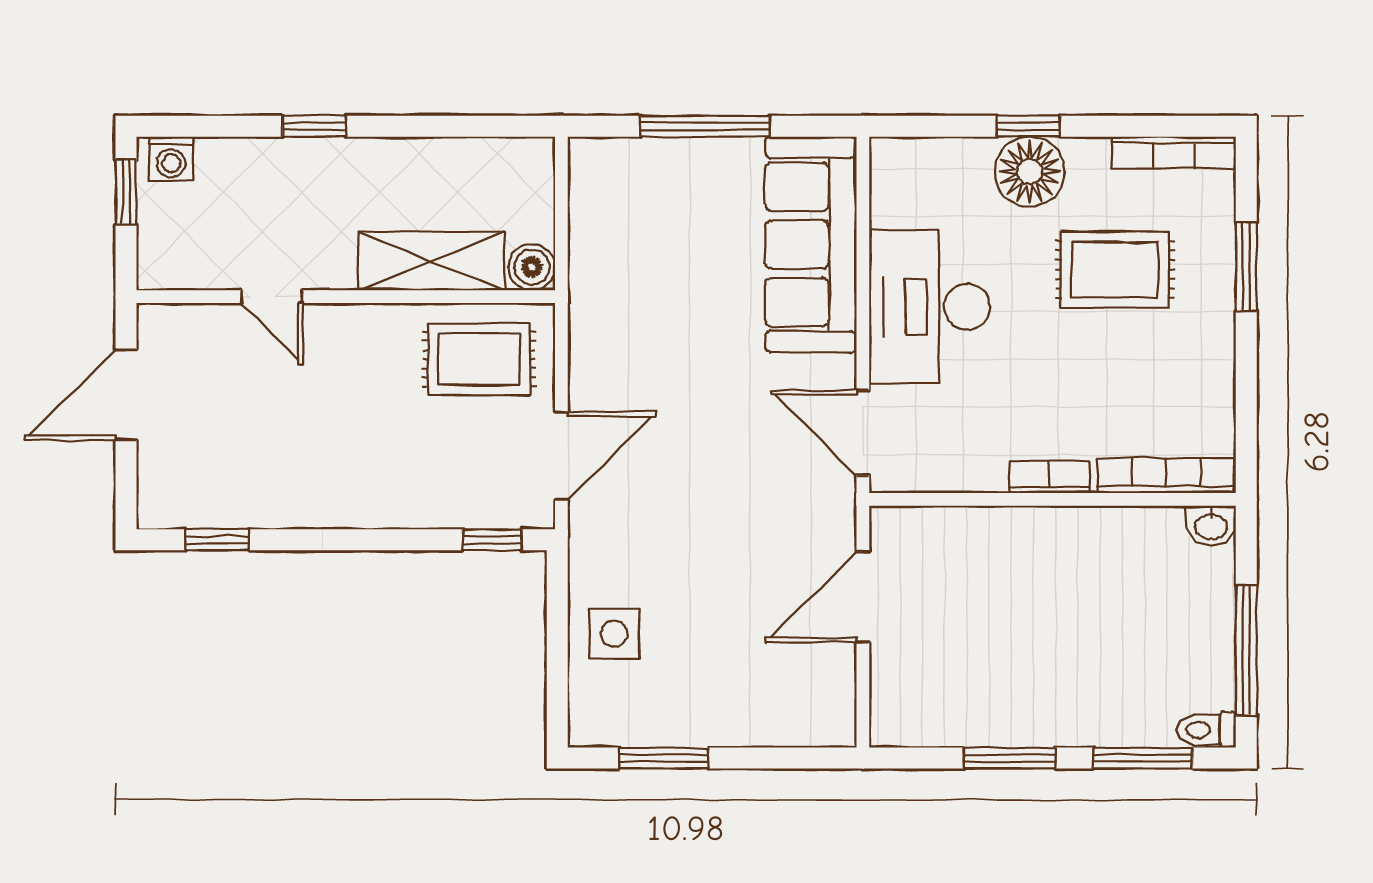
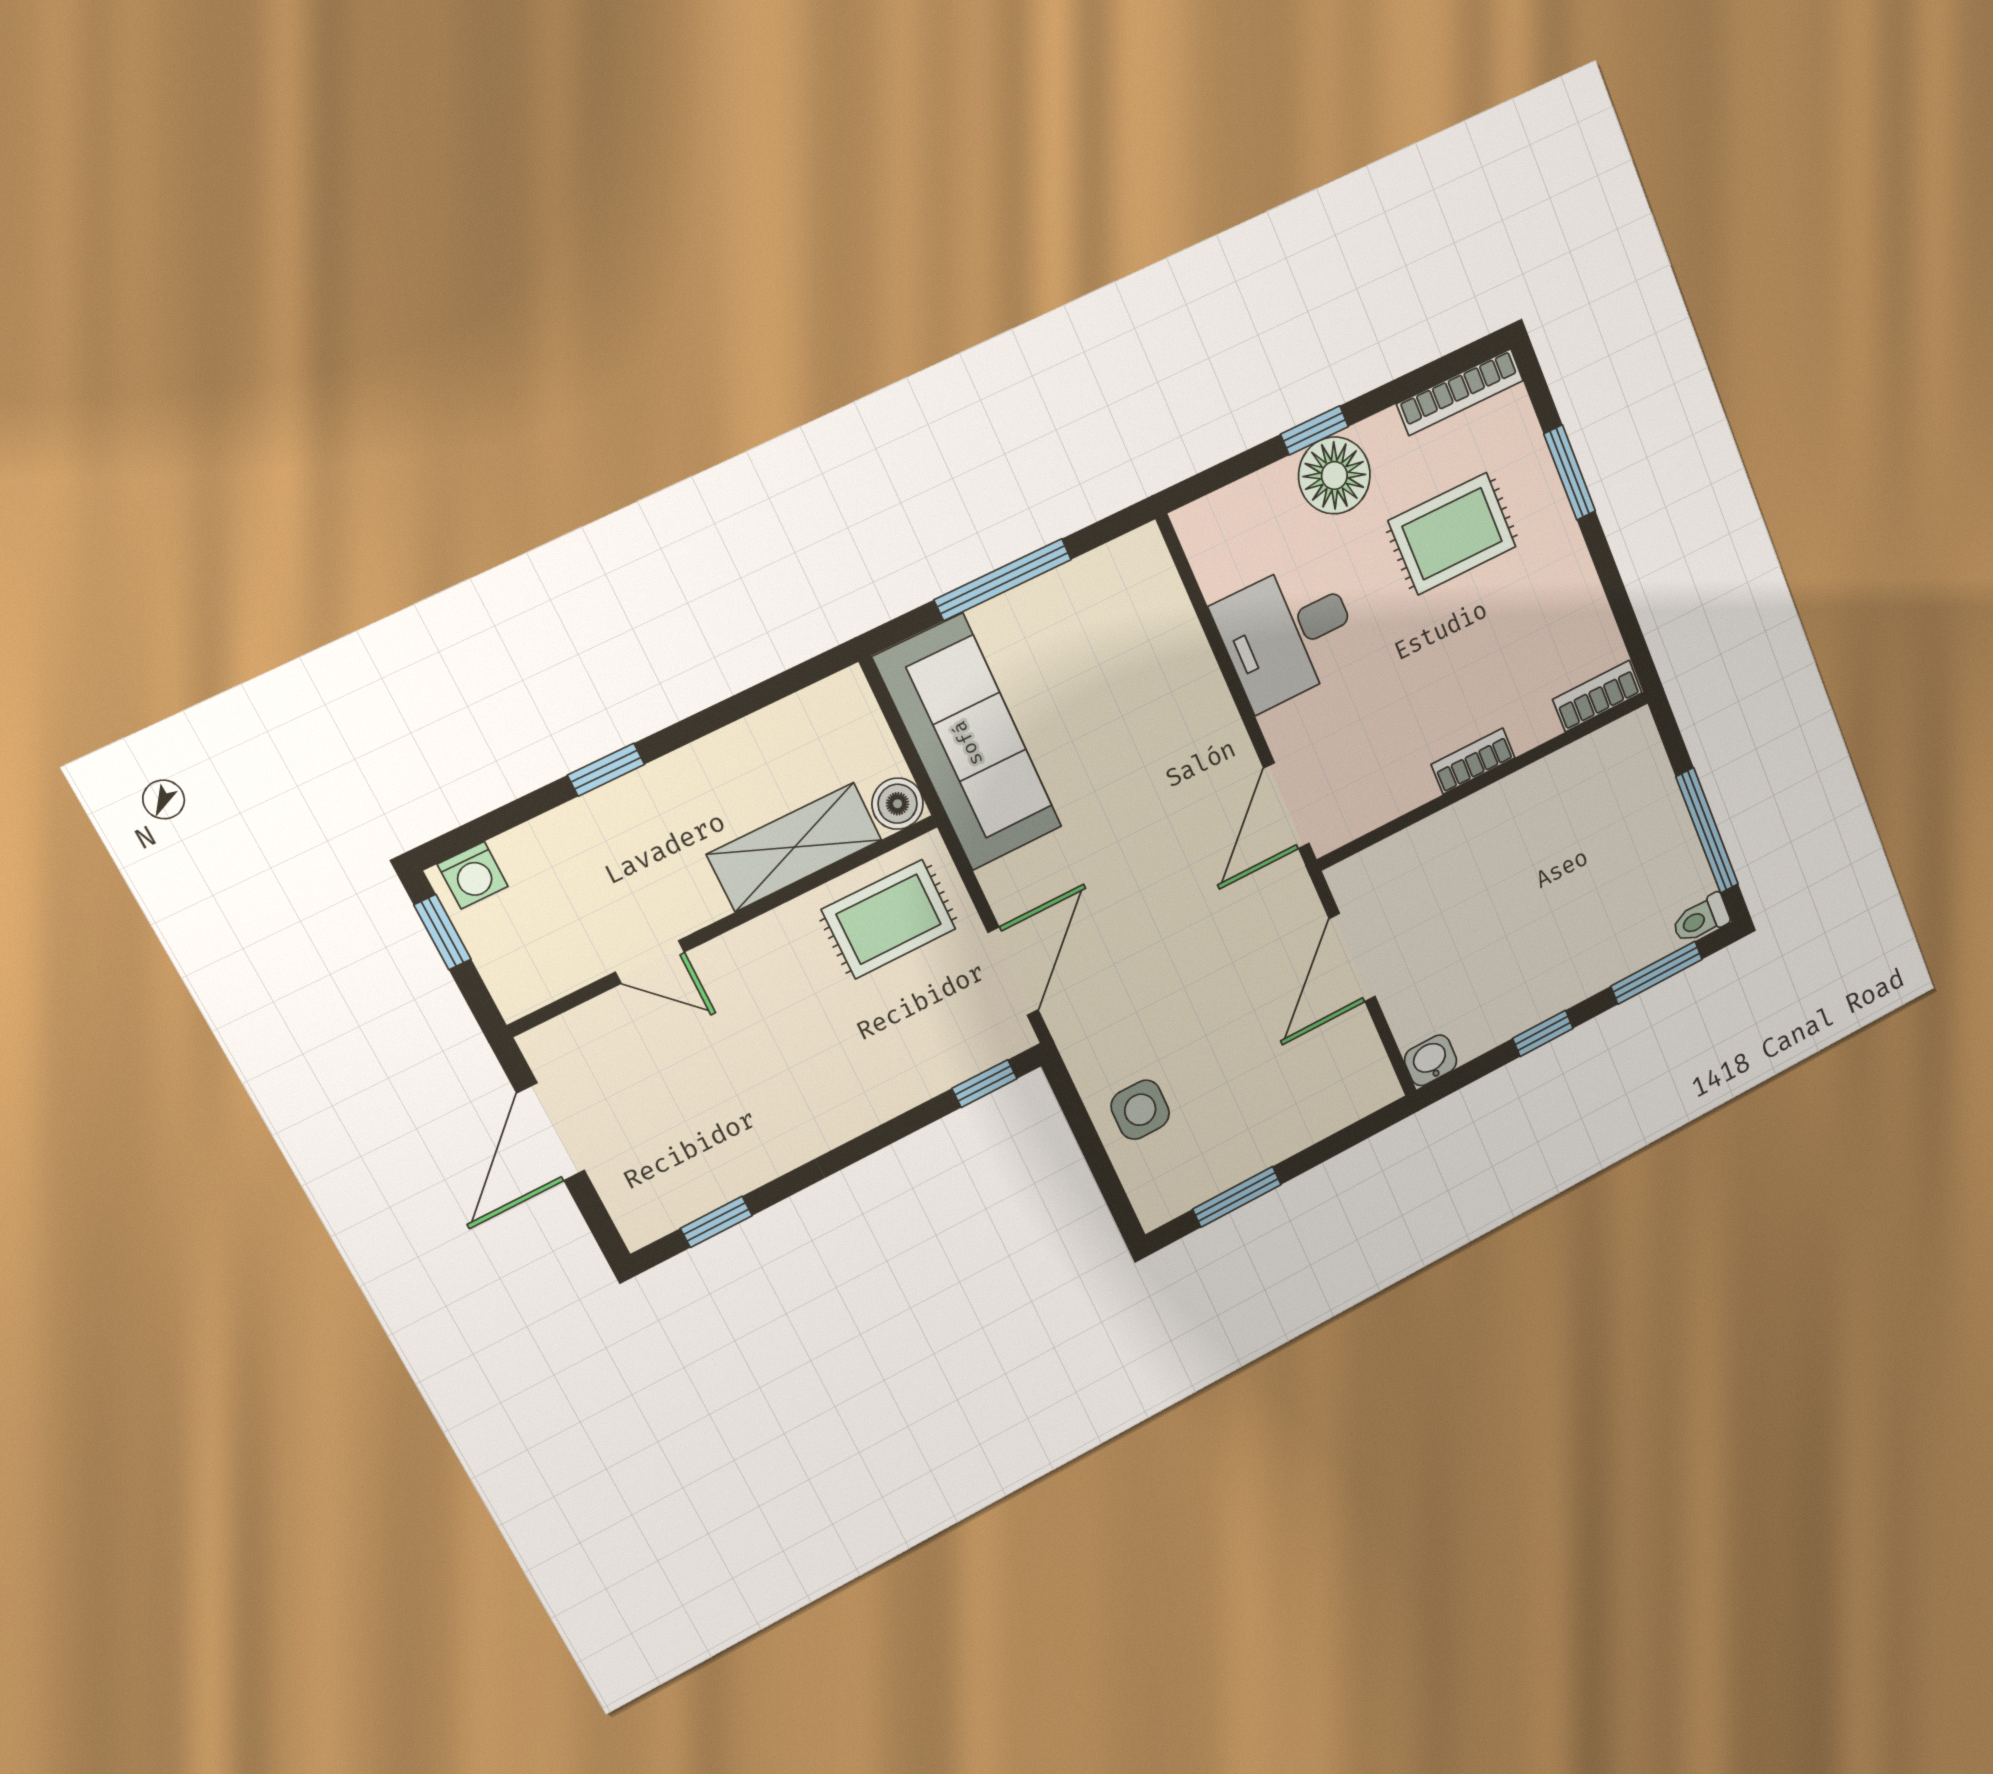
sofa: (811, 245) -> (968, 743), moved, turned 180
desk: (929, 307) -> (1288, 634), width x0.73
door: (863, 433) -> (1287, 806), hinge flipped
bookcase: (1166, 476) -> (1597, 696), width x0.64
washbasin: (1211, 526) -> (1431, 1060), moved, turned 180
window: (1010, 758) -> (1543, 1033), width x0.67

